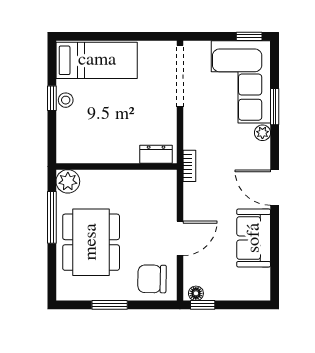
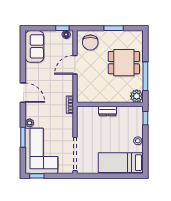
window: (52, 98) -> (145, 118), moved
dresser: (156, 154) -> (107, 111), moved
sofa: (254, 238) -> (34, 46), moved
dining table: (91, 242) -> (124, 63), width x0.73
chair: (152, 279) -> (90, 42), turned 89

